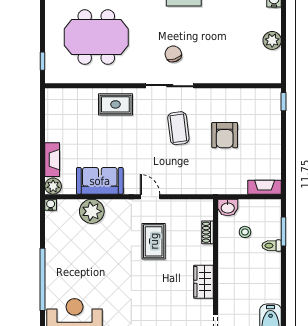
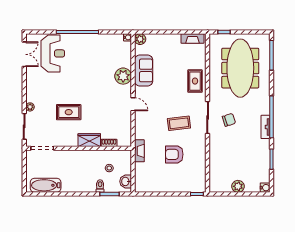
meeting table: (96, 37) -> (240, 68), width x1.36
fireplace: (52, 160) -> (192, 38), moved
fireplace: (265, 187) -> (139, 151), moved
door: (150, 197) -> (133, 104), hinge flipped
washbasin: (228, 208) -> (126, 181), moved
plant: (92, 211) -> (123, 76), moved
rug: (154, 241) -> (69, 112), moved
wardrobe: (203, 282) -> (89, 140), moved

